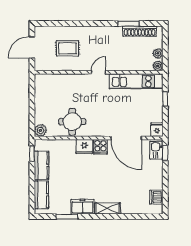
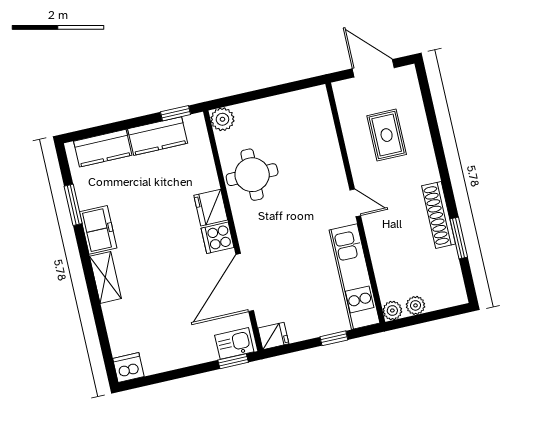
shoe rack: (140, 31) -> (439, 215), moved
dishwasher: (156, 197) -> (128, 368), moved

